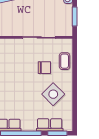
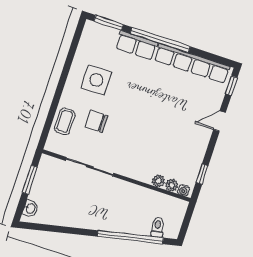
side table: (53, 94) -> (96, 80), turned 45
row of seats: (50, 125) -> (136, 45), moved

